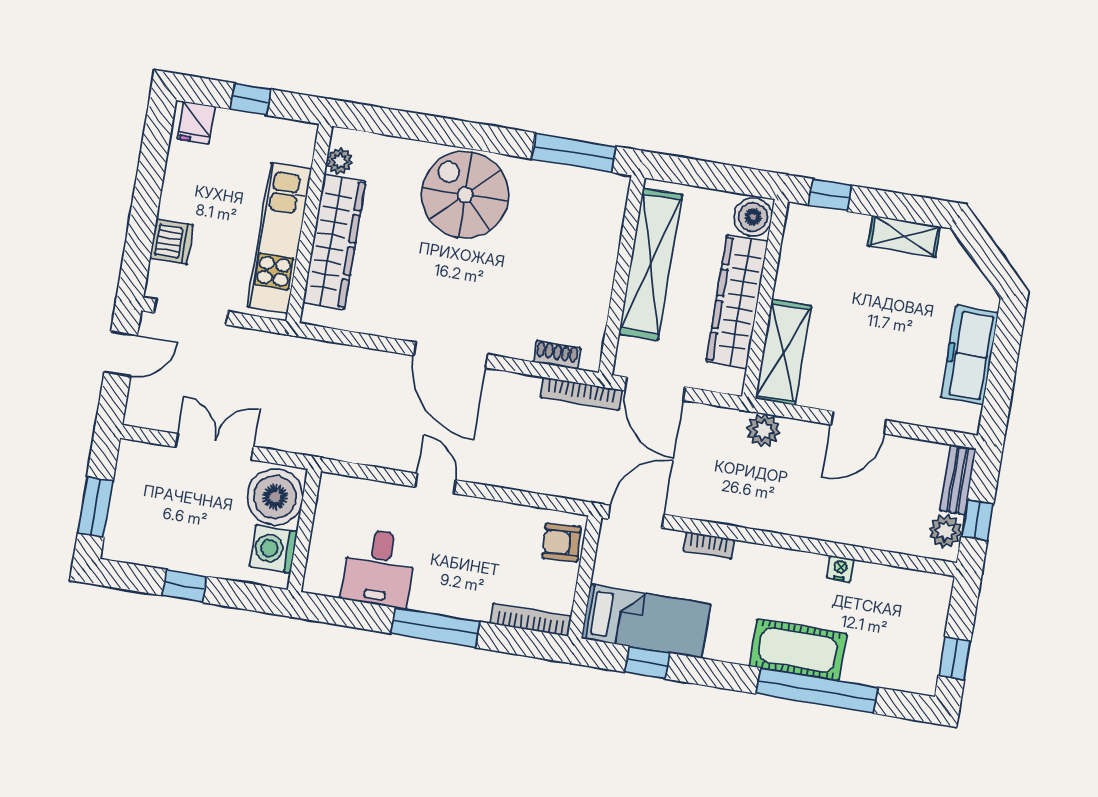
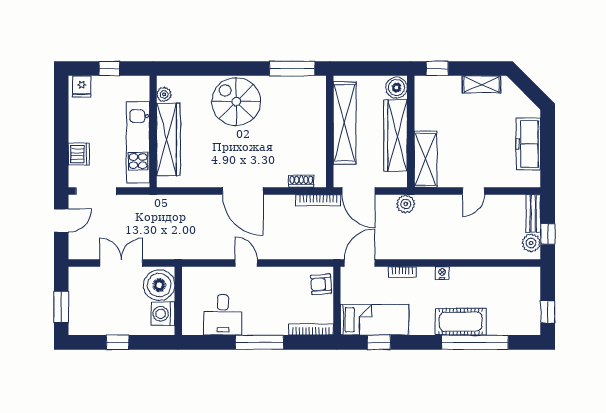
door: (859, 422) -> (473, 191), width x0.73
plant: (763, 430) -> (406, 204), moved
nightstand: (840, 569) -> (442, 273), moved

